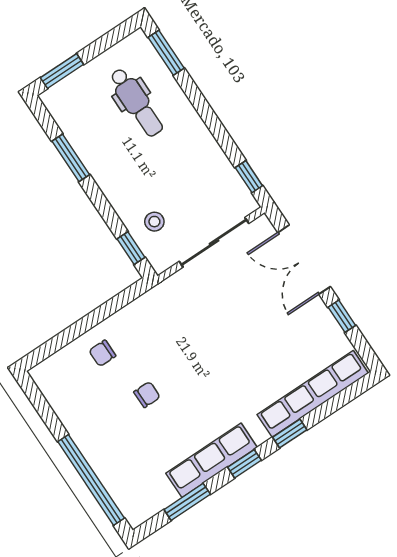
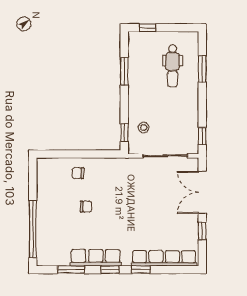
window: (166, 53) -> (202, 69), moved
window: (62, 71) -> (147, 28), width x0.67

